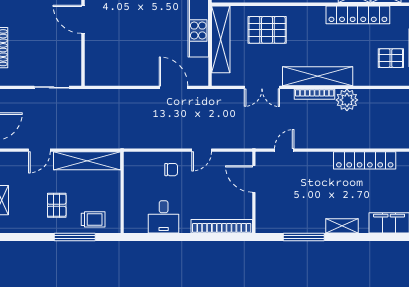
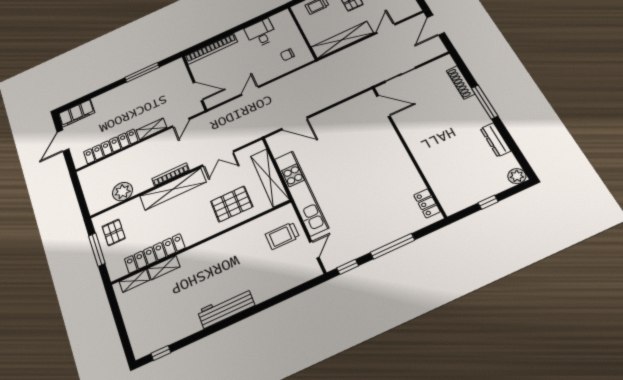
door: (83, 19) -> (383, 106), moved
pallet: (391, 58) -> (114, 232), turned 90
double door: (262, 87) -> (218, 159), swing flipped
plant: (347, 100) -> (122, 192), moved
chair: (171, 170) -> (287, 55), moved
shelving: (342, 226) -> (152, 129), moved

